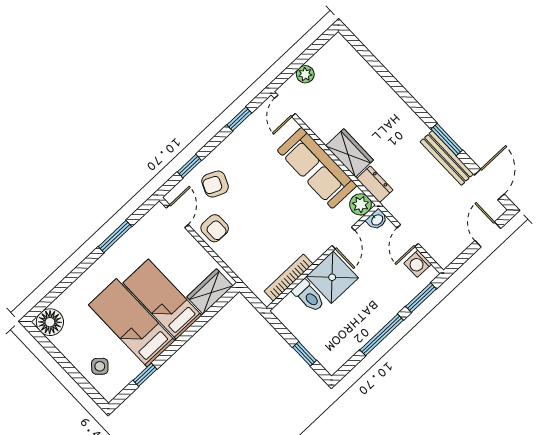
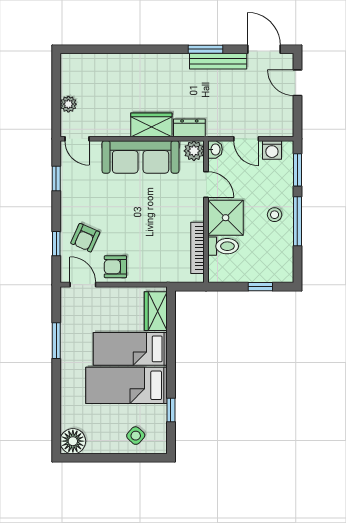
armchair: (215, 228) -> (115, 267), turned 180
stool: (370, 313) -> (275, 215), added

